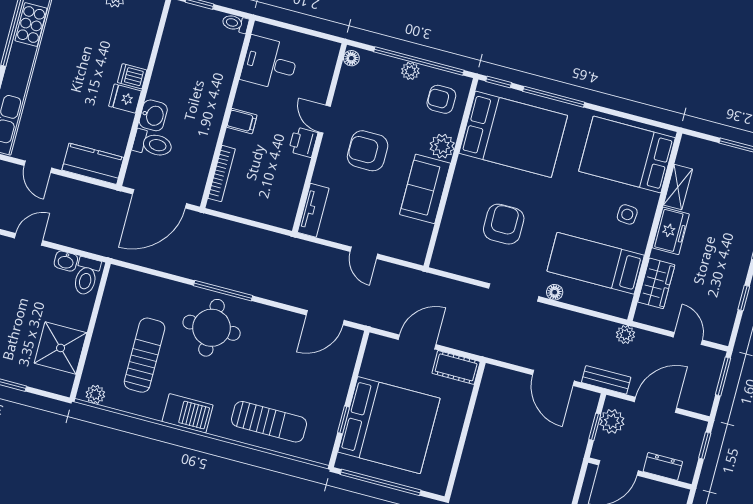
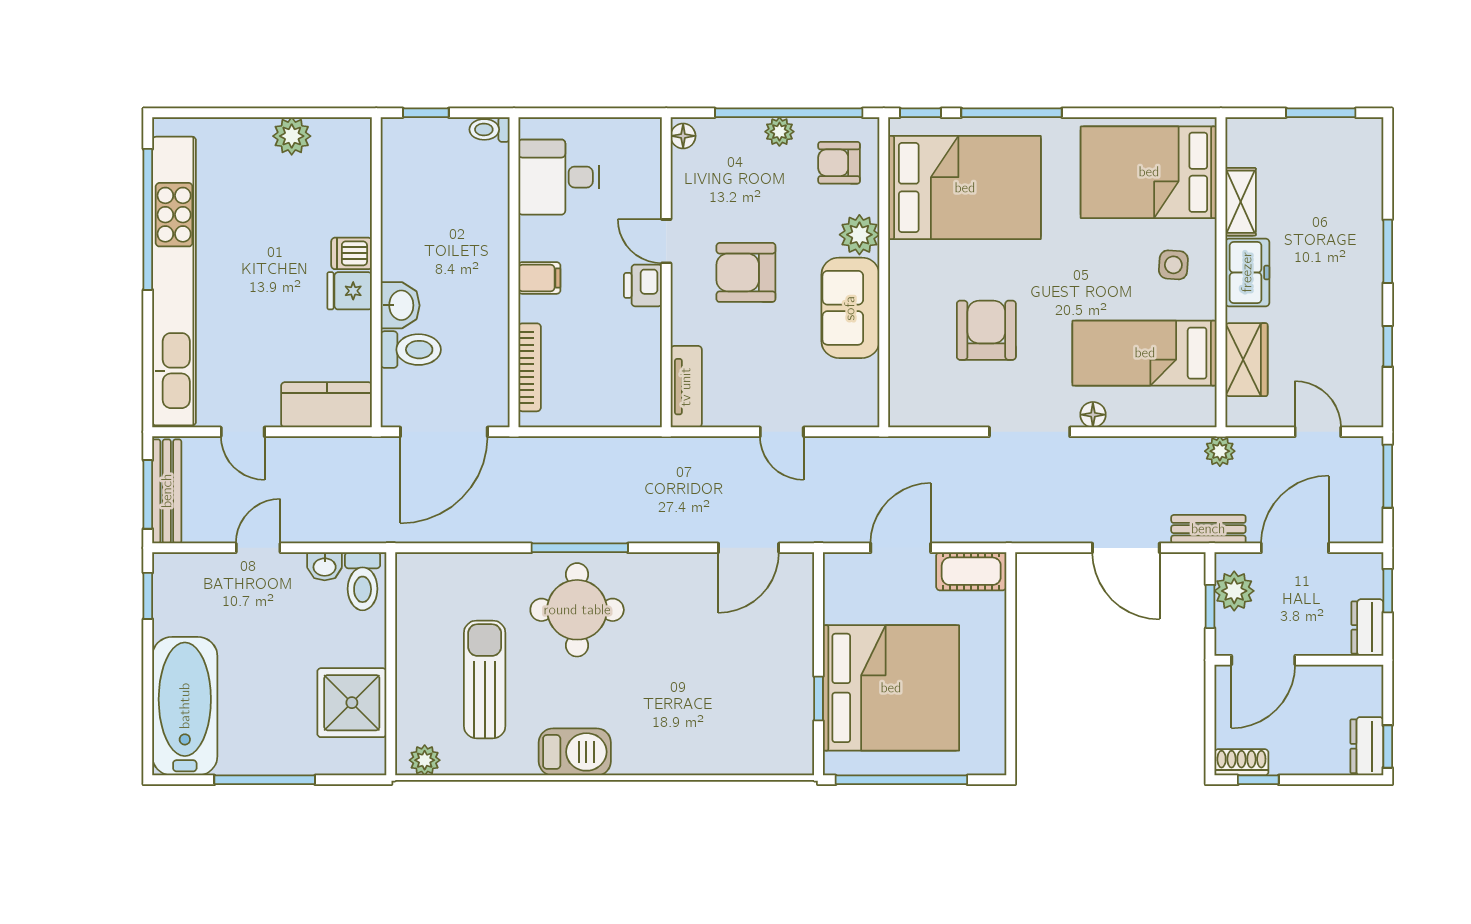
sun lounger: (269, 422) -> (704, 732), removed
dresser: (663, 466) -> (1367, 627), moved, turned -90

